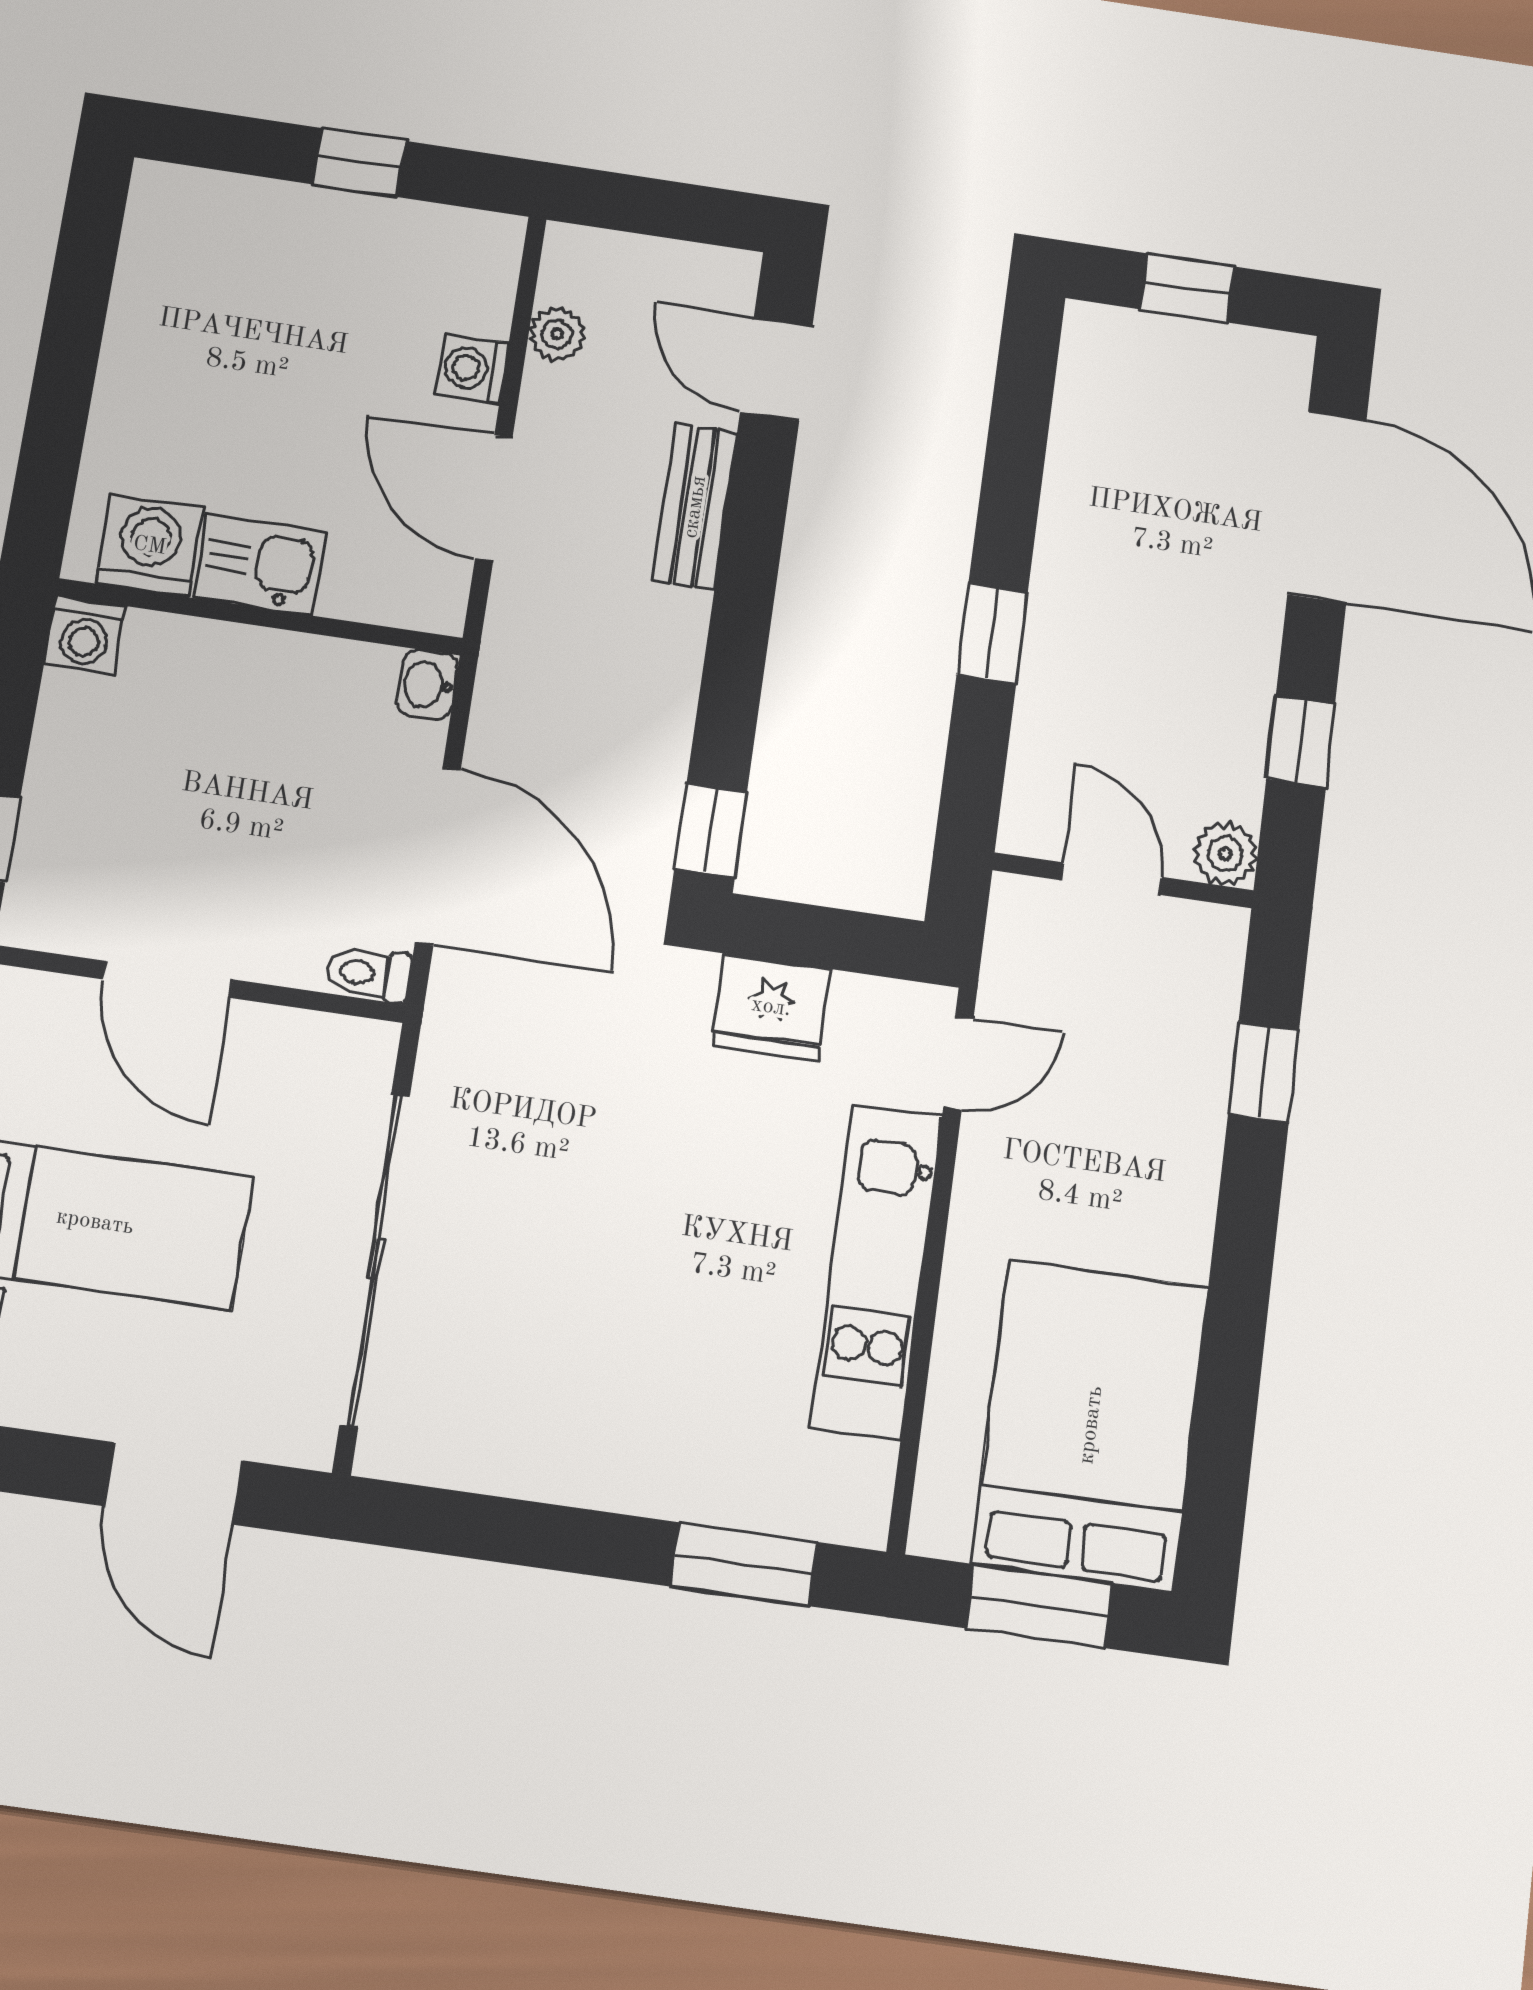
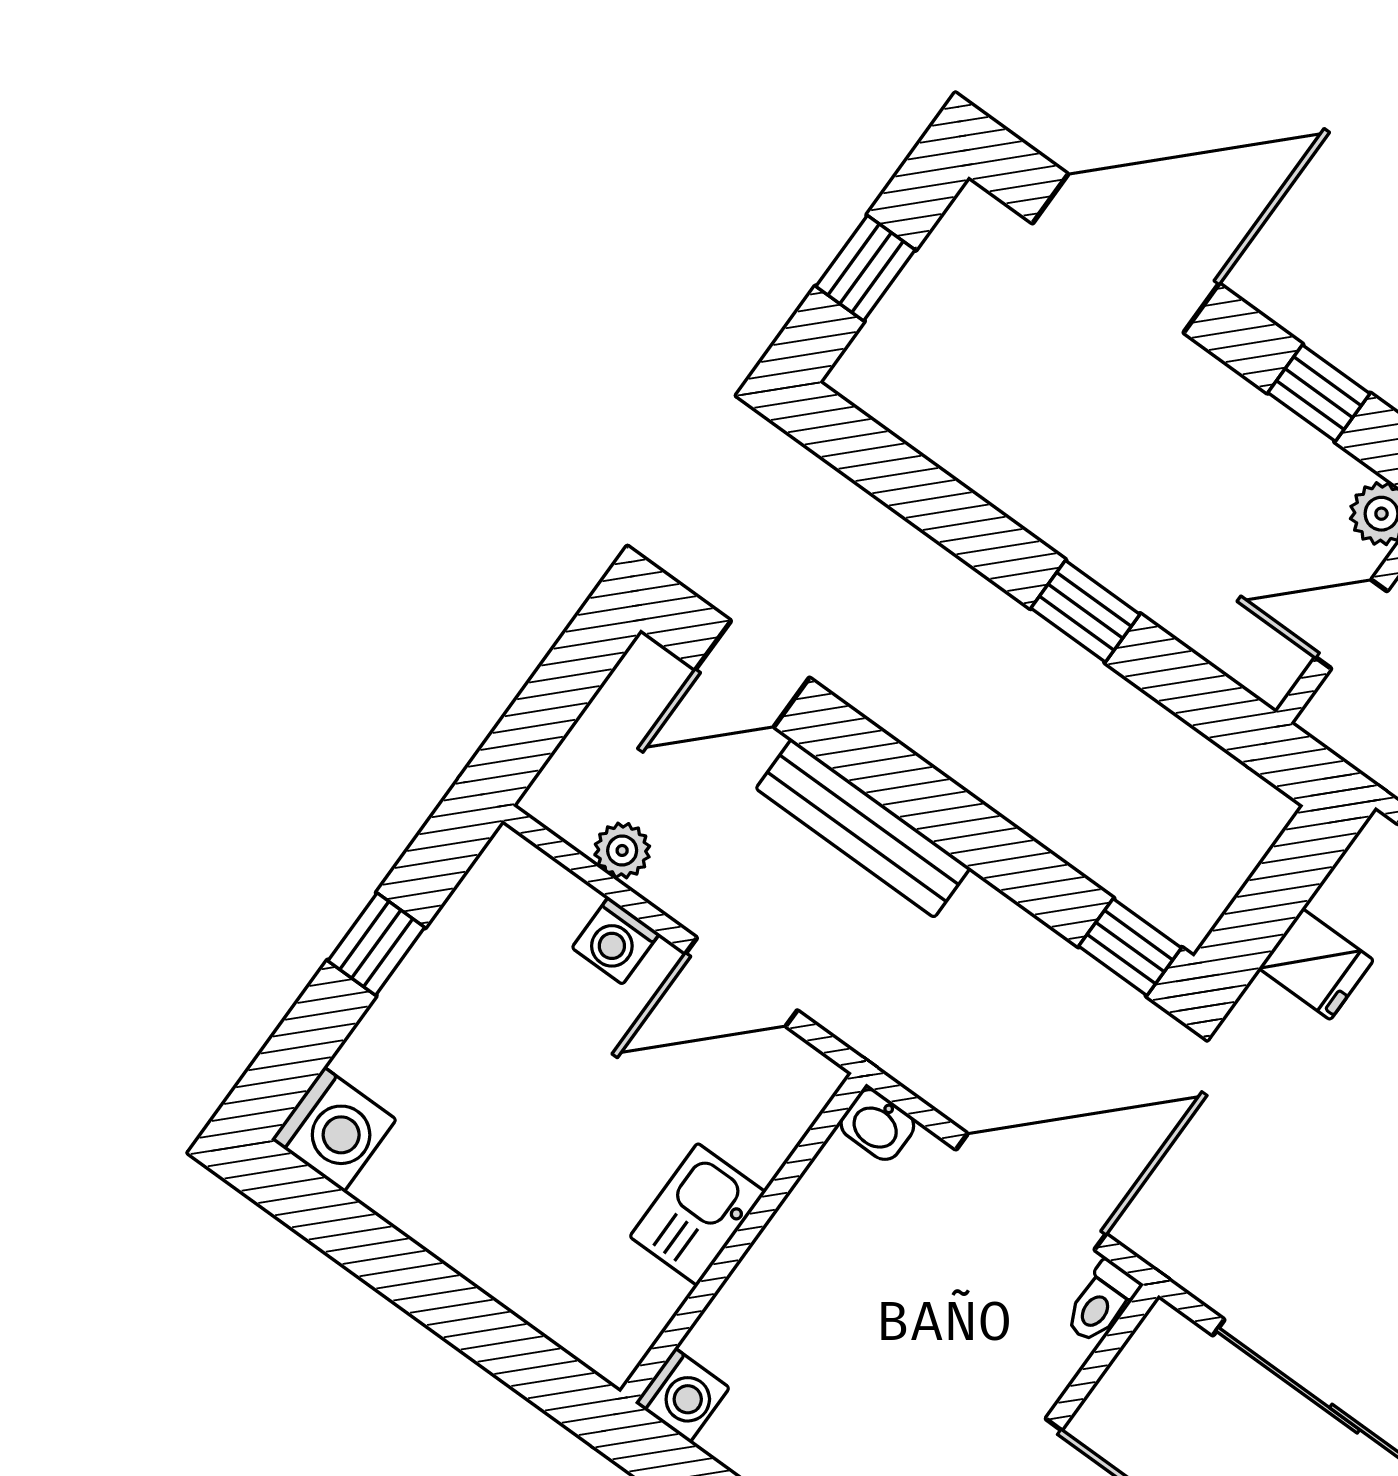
bench: (695, 507) -> (863, 828), width x1.36
washing machine: (150, 546) -> (334, 1130), moved, turned 180
fridge: (771, 1007) -> (1316, 964), width x0.72

